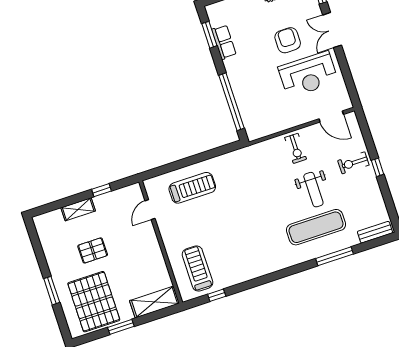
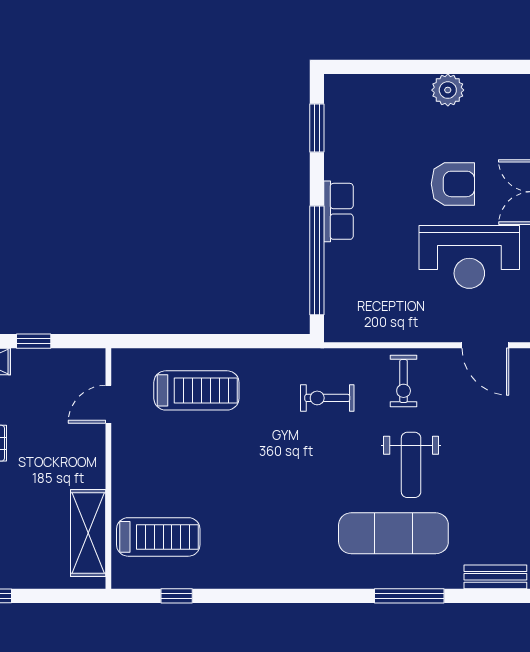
armchair: (288, 40) -> (453, 184), turned 90
row of seats: (224, 42) -> (339, 211), moved
exercise bike: (353, 163) -> (327, 398), moved
treadmill: (197, 268) -> (158, 537), turned 90
shelving: (154, 302) -> (88, 533), moved, turned 90

